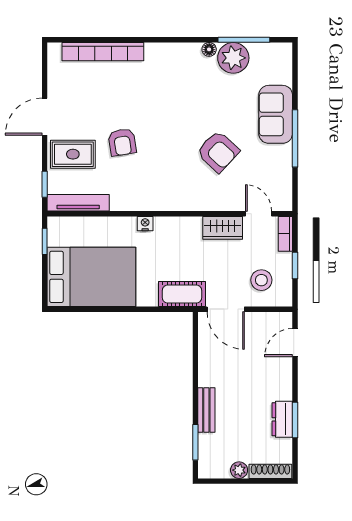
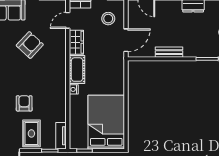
armchair: (122, 142) -> (24, 103), turned -81
tv unit: (78, 203) -> (61, 136), width x0.71
cot: (182, 294) -> (77, 70), moved
bench: (206, 410) -> (169, 52), moved

